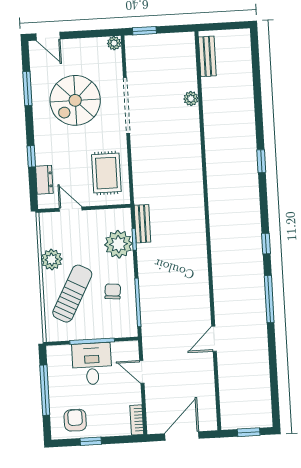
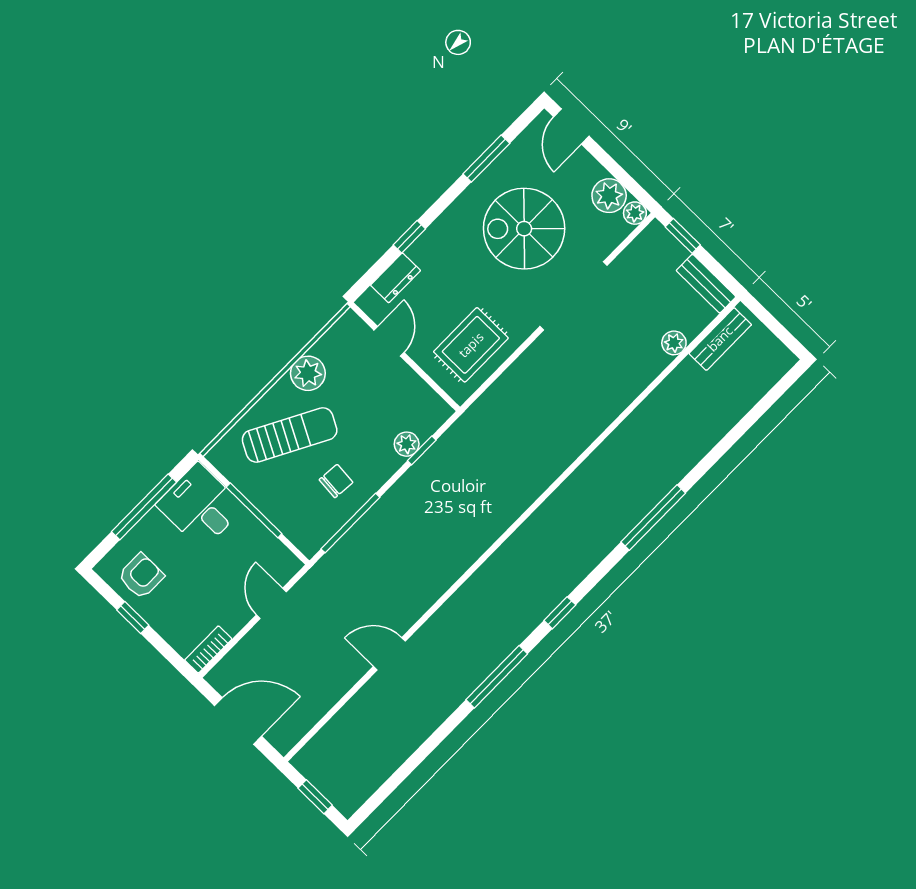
plant: (95, 48) -> (609, 196), added
plant: (191, 99) -> (674, 343), moved
window: (261, 161) -> (653, 517), width x2.17
bench: (142, 224) -> (706, 284), moved, turned 90
plant: (118, 244) -> (407, 444), width x0.53, depth x0.53
desk: (92, 364) -> (200, 506), moved, turned -90

